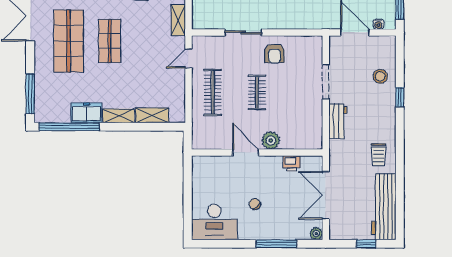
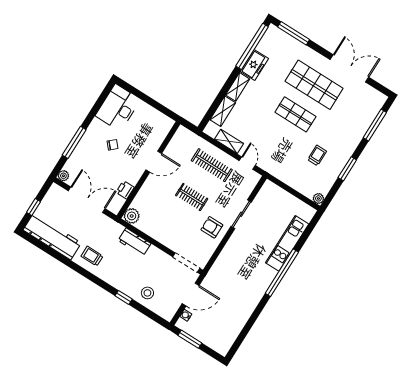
shelving: (178, 20) -> (229, 141), moved
doorway: (326, 82) -> (186, 263), moved
plant: (271, 140) -> (132, 216), moved

